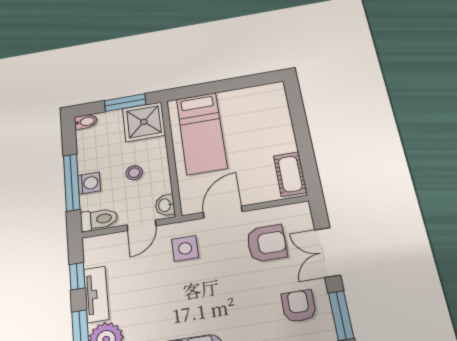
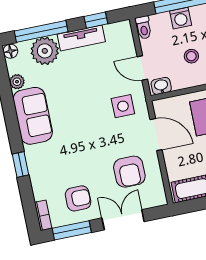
toilet: (99, 219) -> (144, 28), width x0.73, depth x0.72

